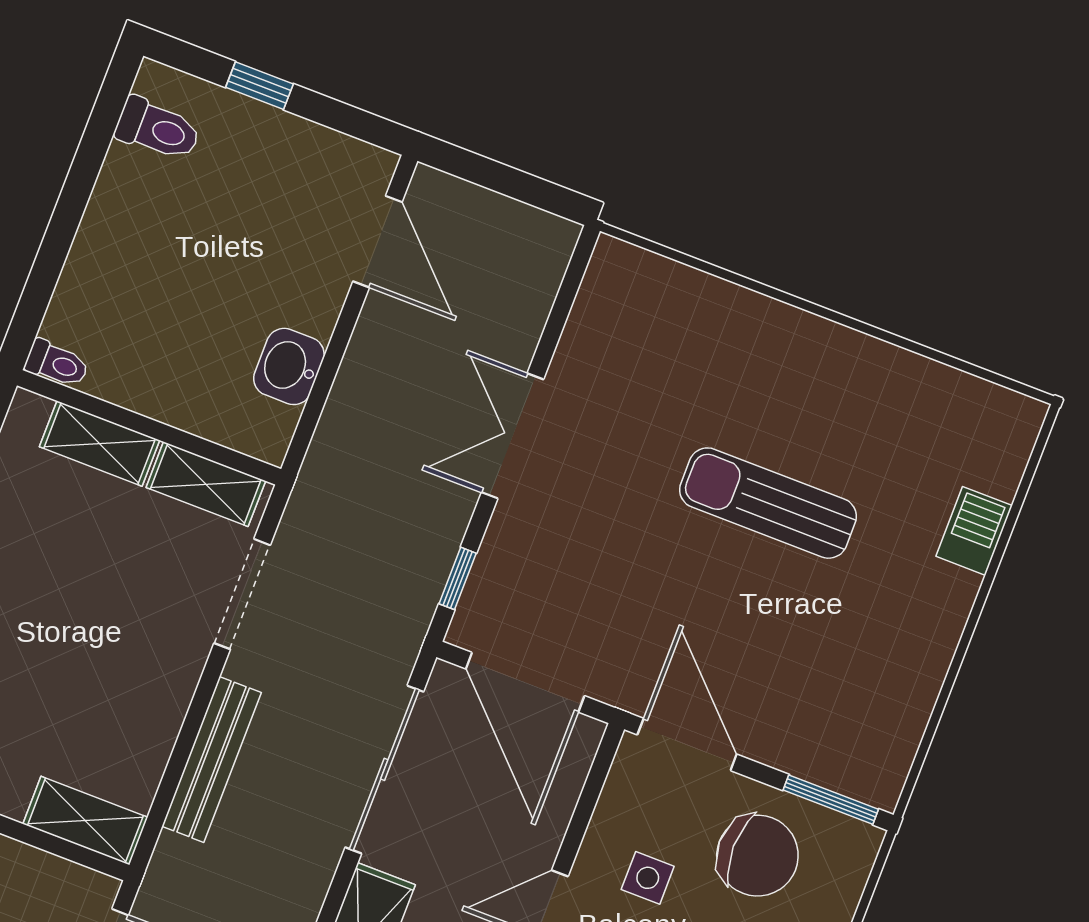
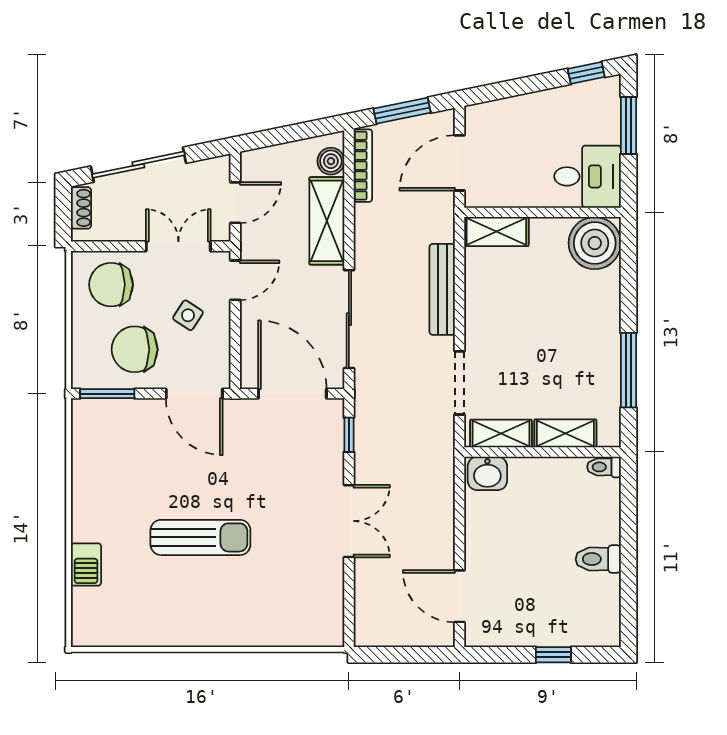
toilet: (158, 129) -> (598, 559), moved
washbasin: (289, 366) -> (487, 473), moved, turned 90
side table: (648, 878) -> (188, 315), turned 33

